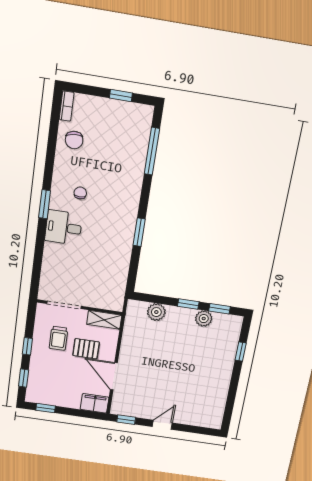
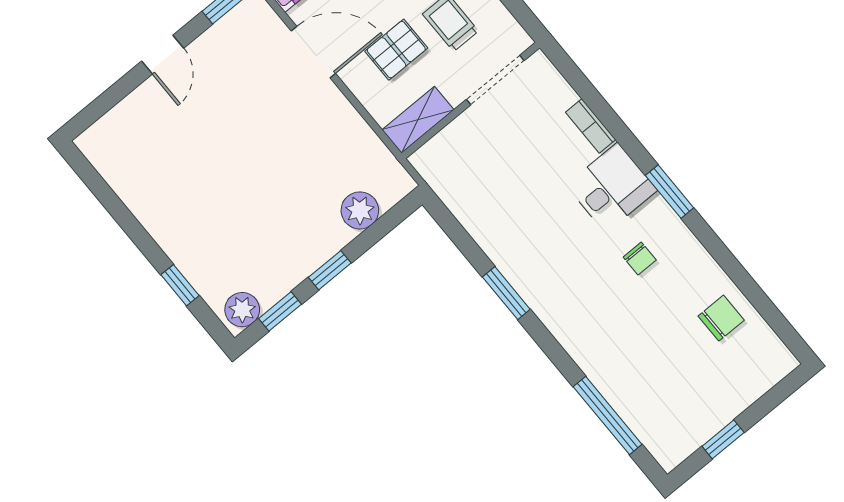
bookcase: (67, 106) -> (591, 126), moved
chair: (74, 140) -> (721, 318), turned 97
plant: (204, 319) -> (242, 310), moved

